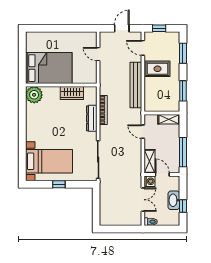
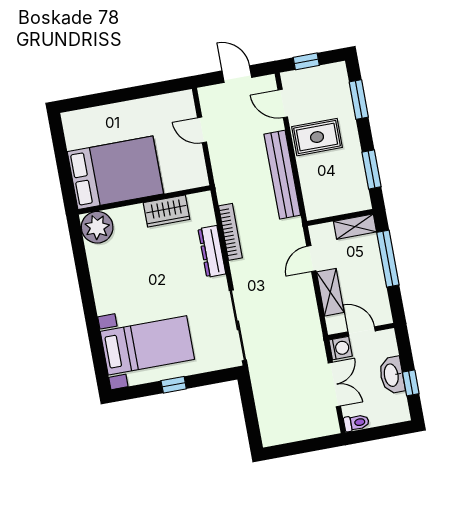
door: (122, 28) -> (237, 74), hinge flipped
door: (143, 132) -> (311, 258), hinge flipped
window: (183, 152) -> (388, 259), moved
shelving: (150, 161) -> (330, 292), moved

